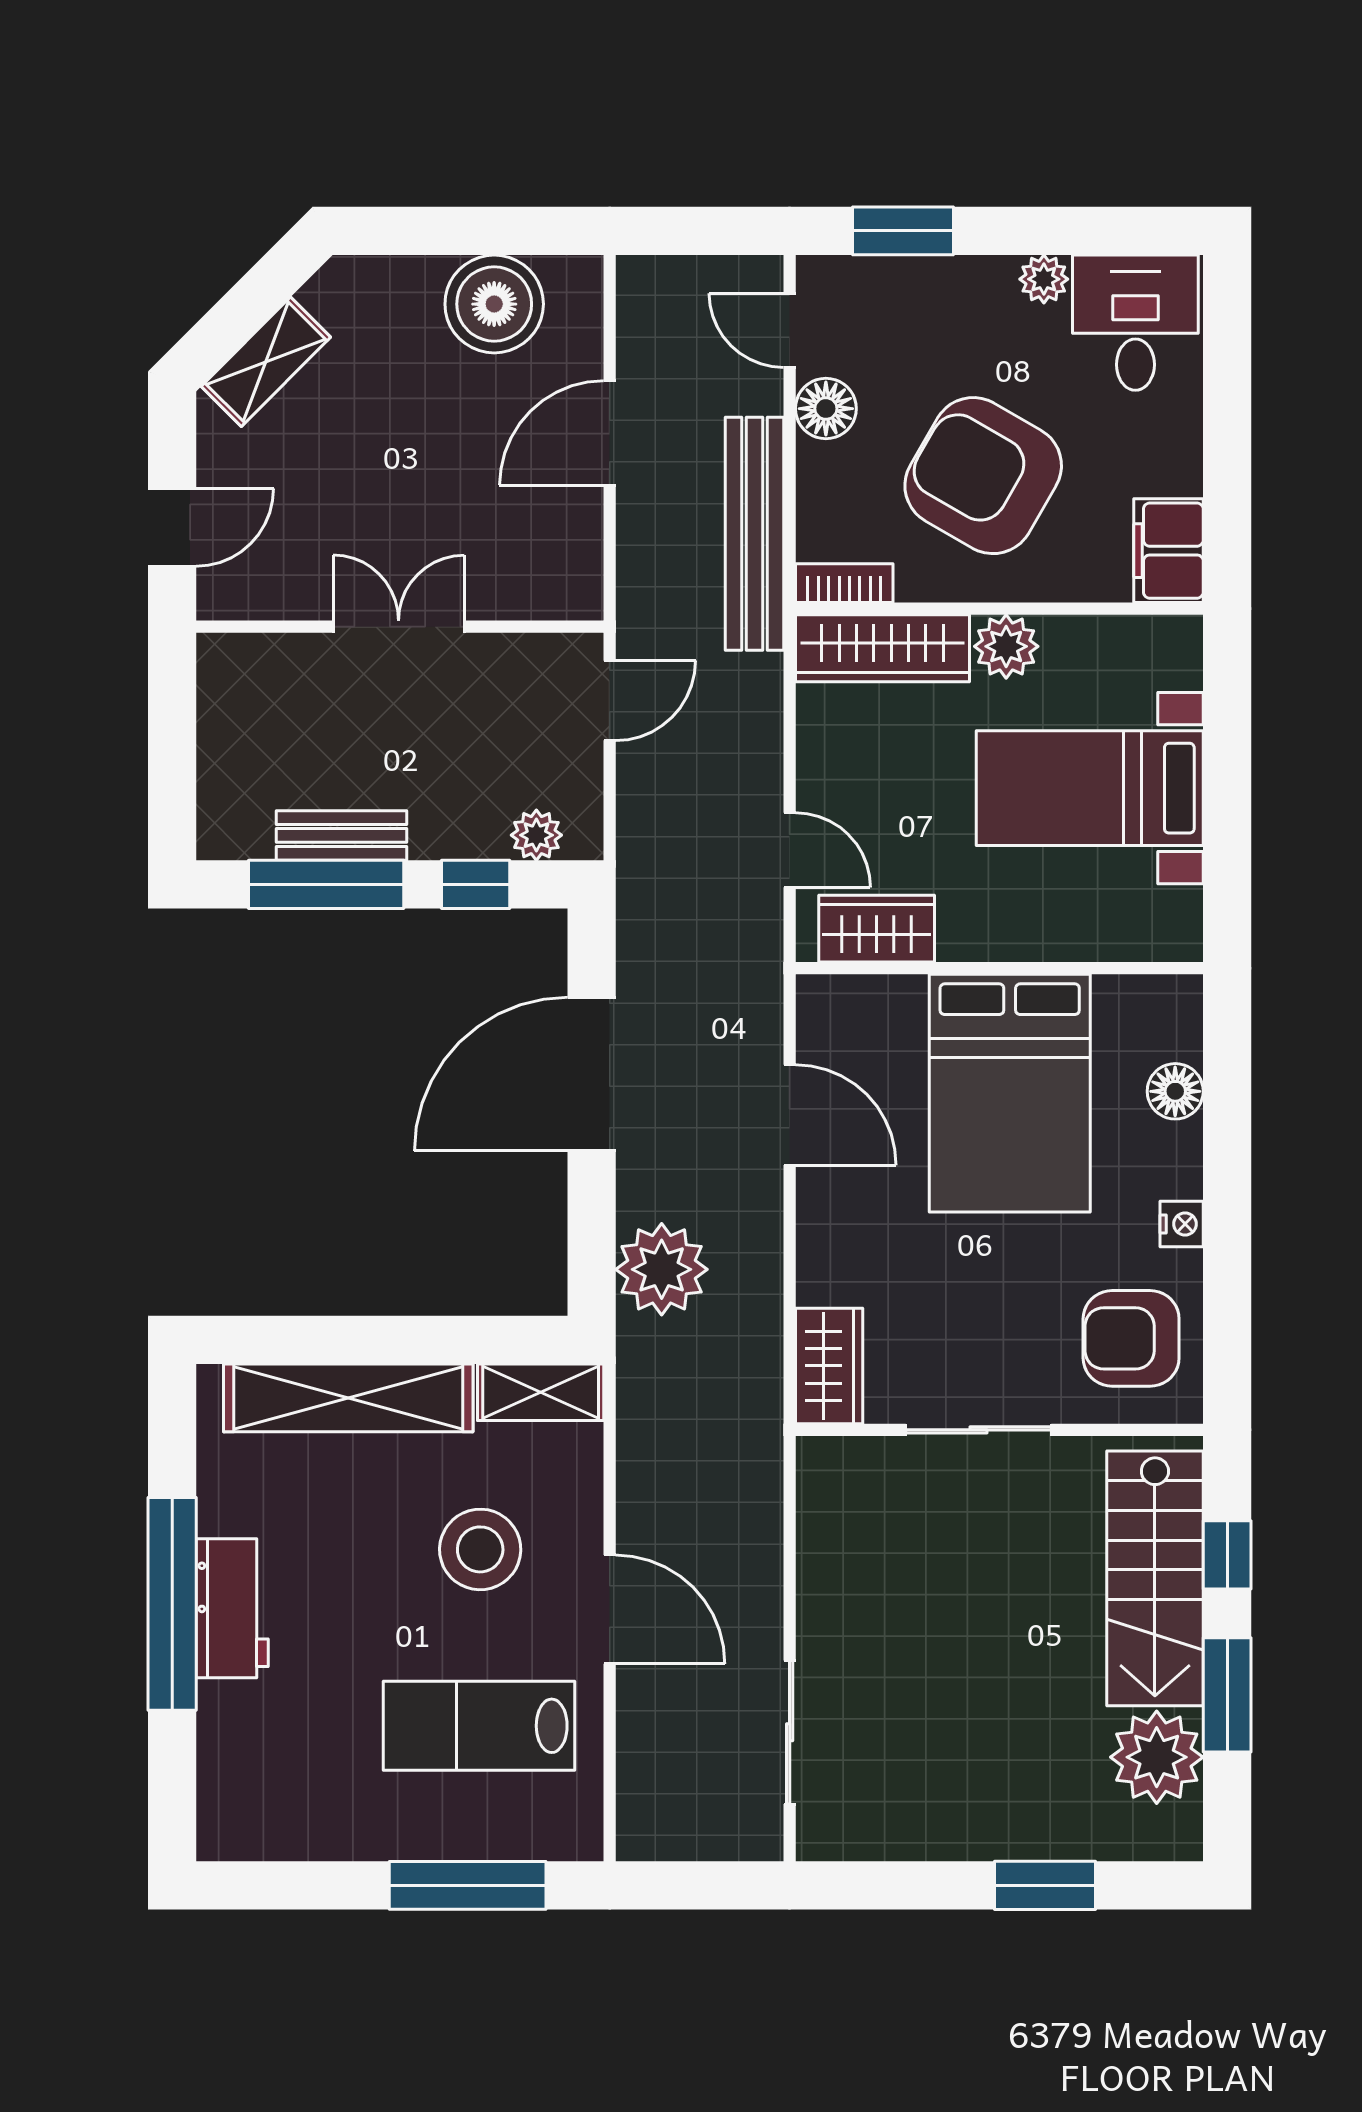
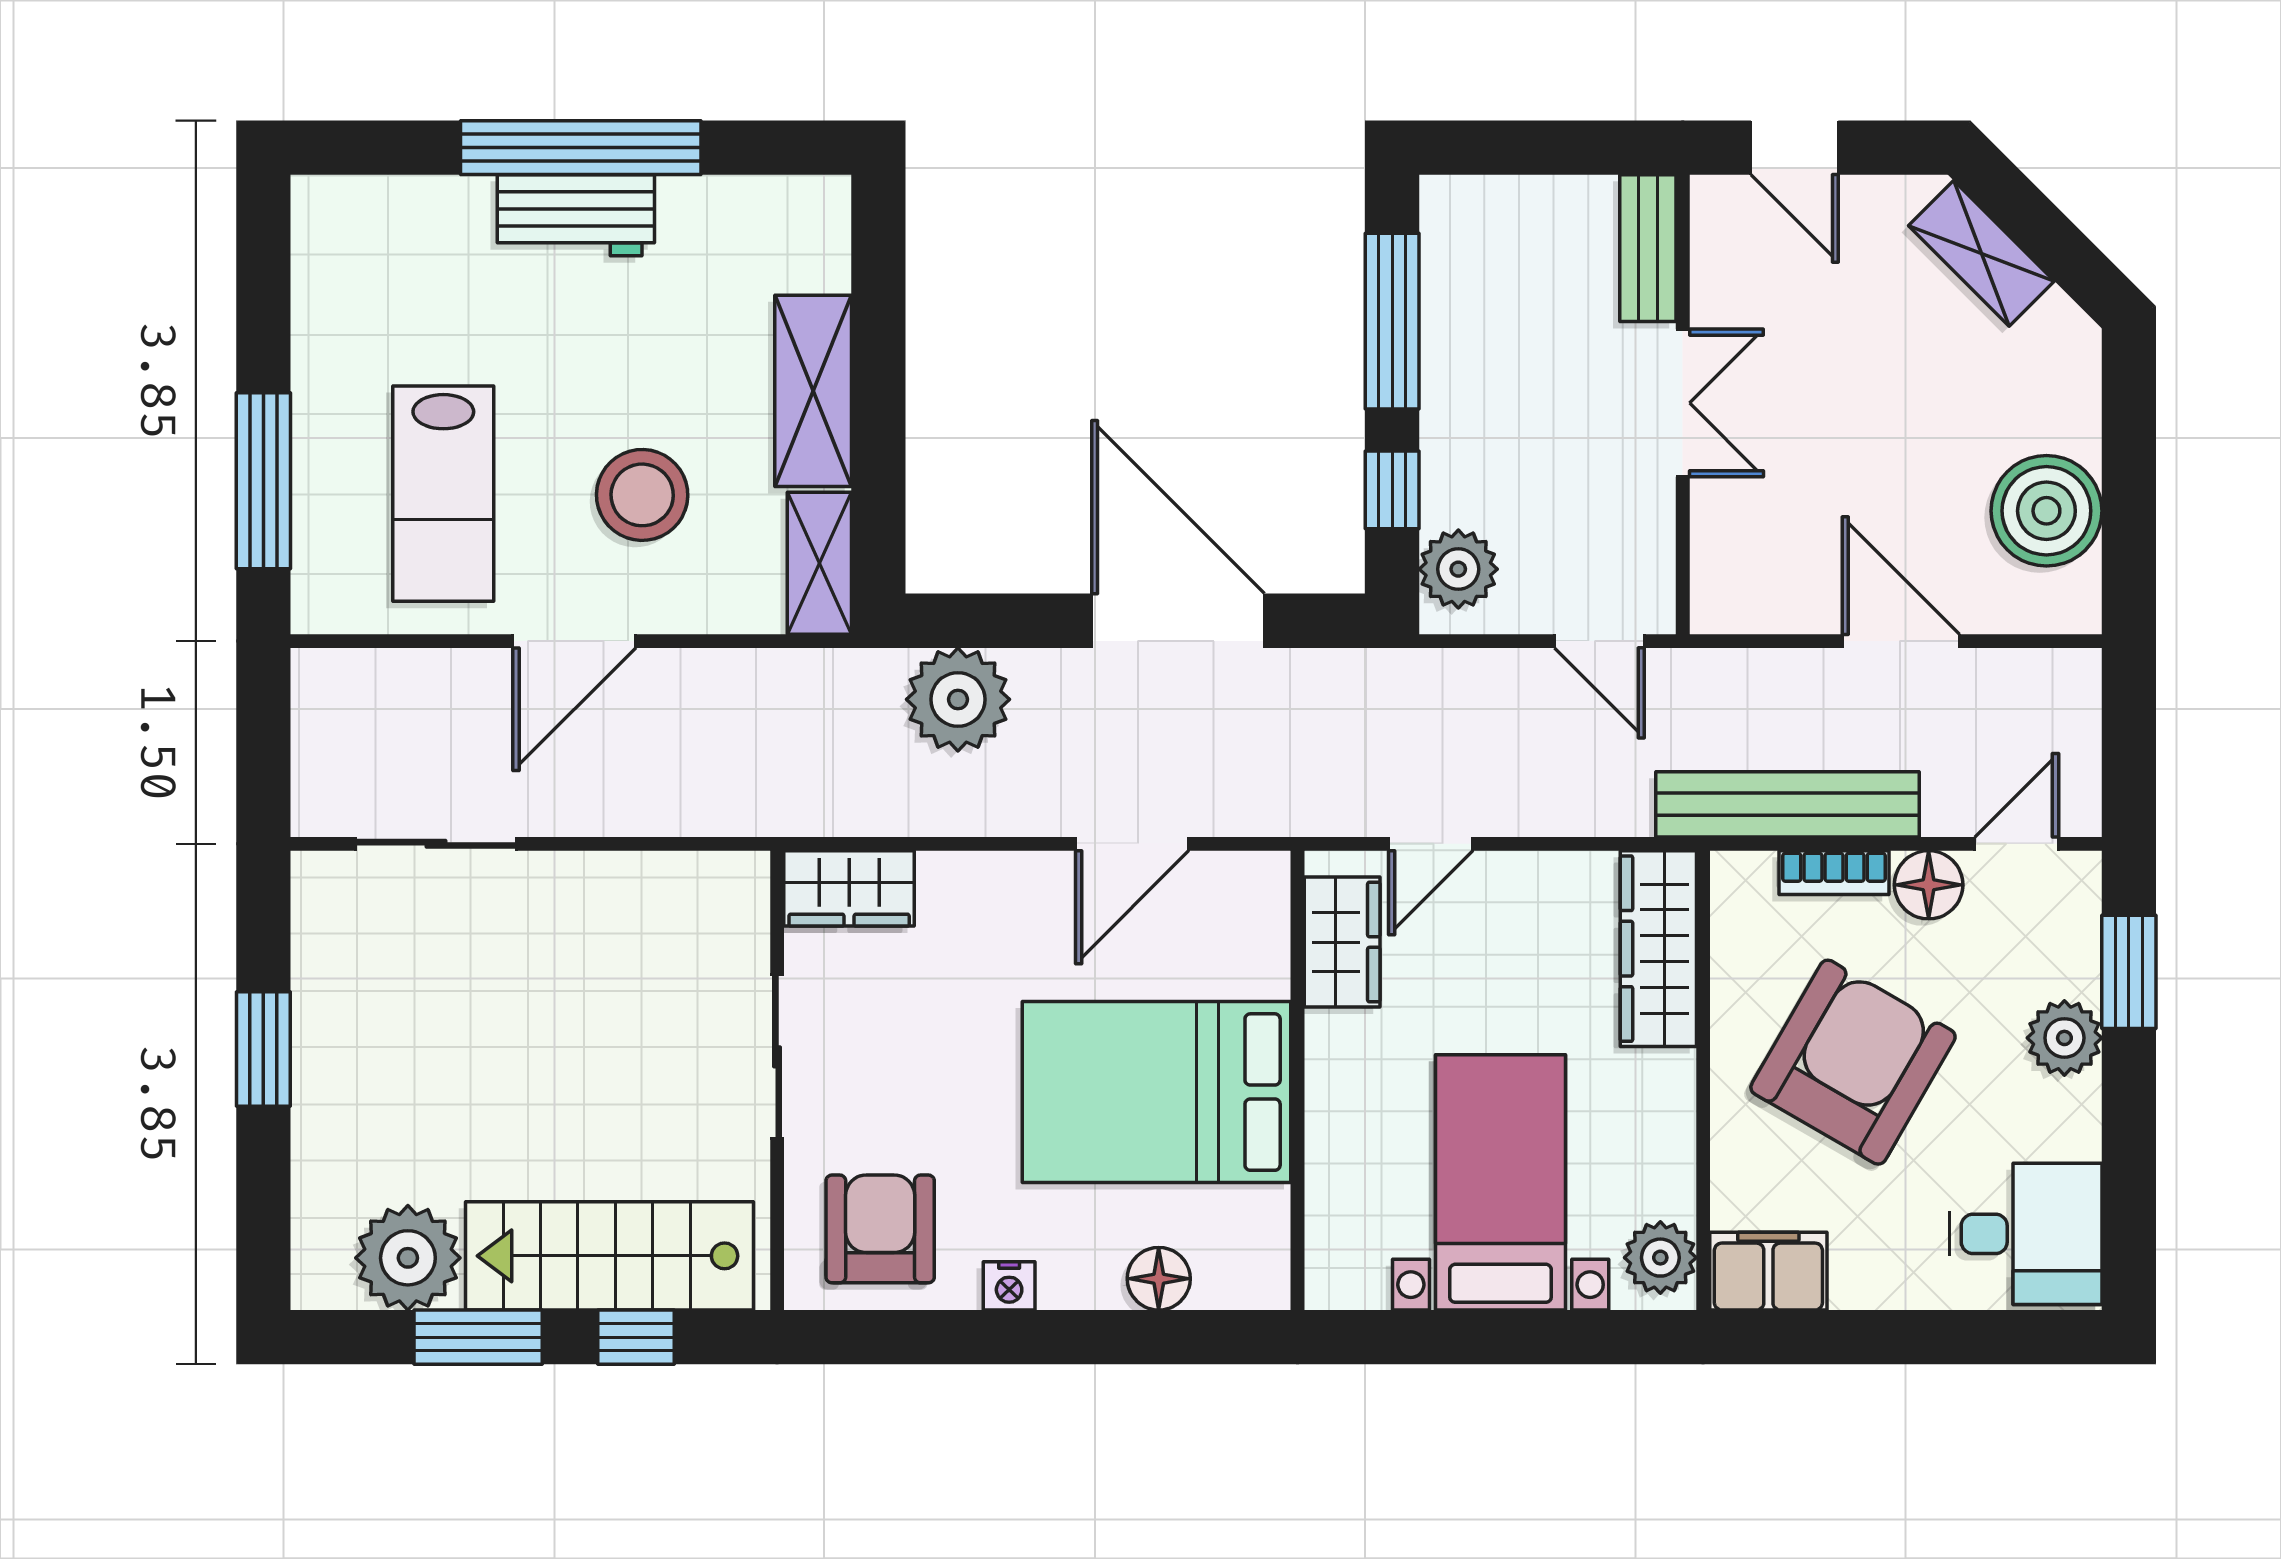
plant: (1044, 279) -> (2064, 1038), moved, width x1.38, depth x1.38
bookcase: (844, 583) -> (1834, 873), moved, turned 90
plant: (1006, 646) -> (1660, 1258), moved
bench: (341, 835) -> (1648, 248), moved
plant: (536, 835) -> (1458, 569), width x1.38, depth x1.38
shelving: (348, 1398) -> (813, 391), width x0.68
lab bench: (479, 1726) -> (443, 494), turned 180
window: (1045, 1885) -> (263, 1049), moved

